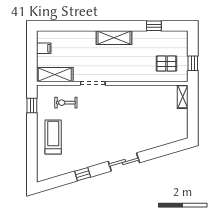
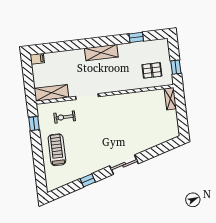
filing cabinet: (44, 48) -> (37, 59), moved

